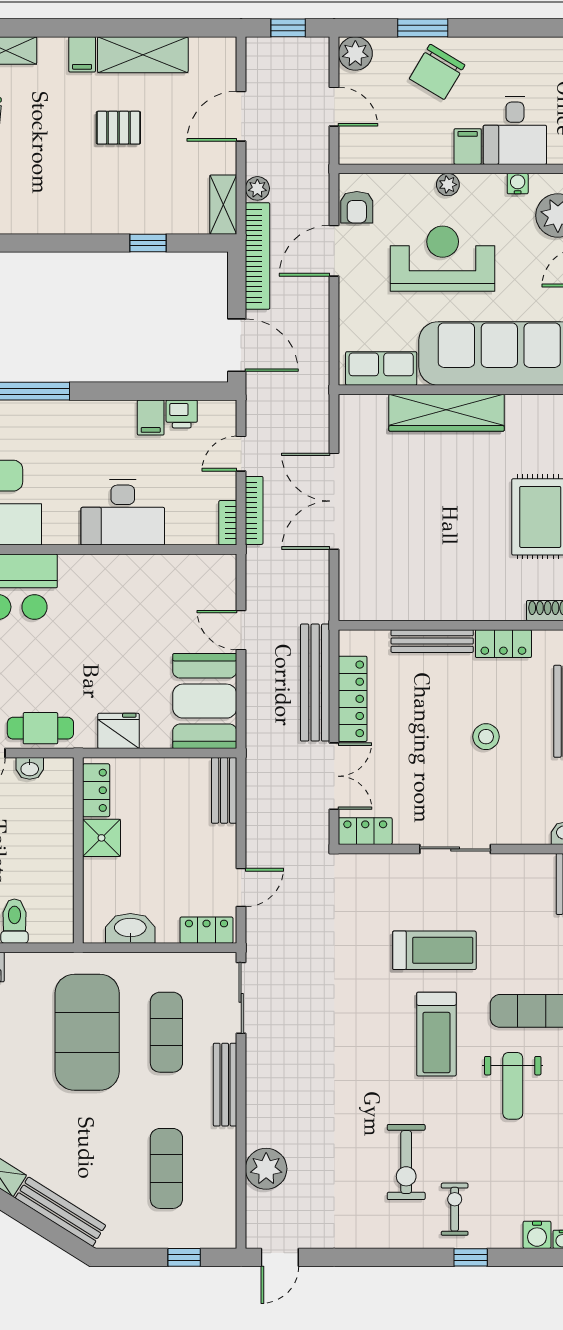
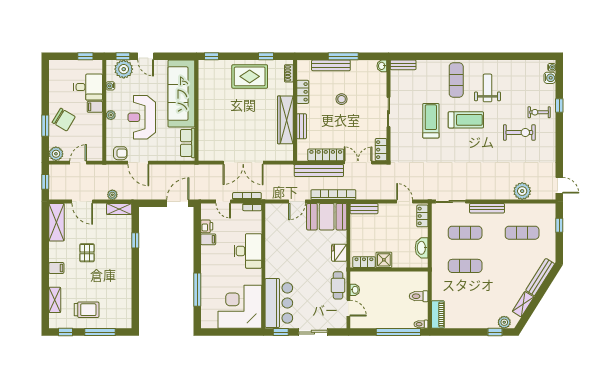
shelving: (143, 55) -> (56, 222), moved
bookcase: (258, 256) -> (333, 195), moved
wardrobe: (447, 413) -> (285, 120), moved, turned 180
bench: (432, 641) -> (302, 126), width x0.73
exercise mat: (87, 1032) -> (465, 266), width x0.50, depth x0.69
weight bench: (513, 1086) -> (487, 88), turned -90

